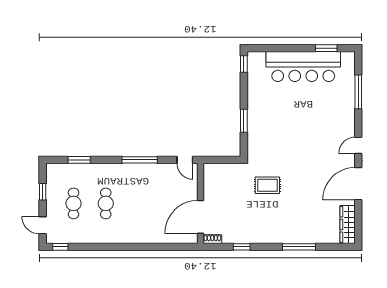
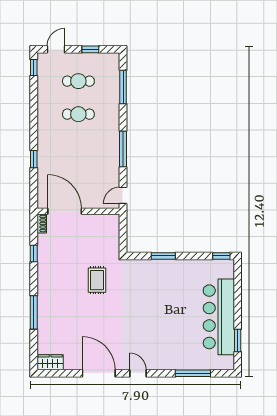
window: (79, 160) -> (123, 87), width x1.44
wardrobe: (348, 225) -> (50, 362), width x0.67
window: (150, 247) -> (34, 159), added

